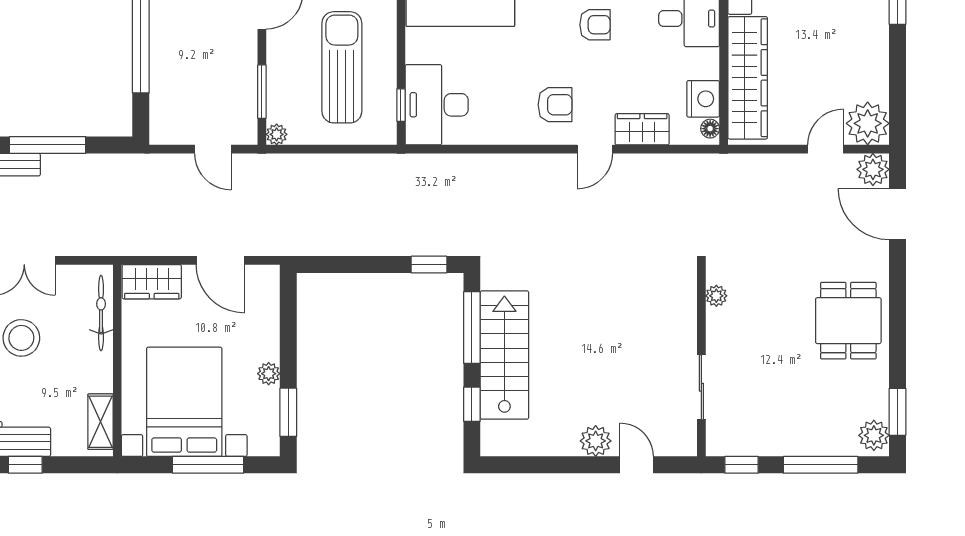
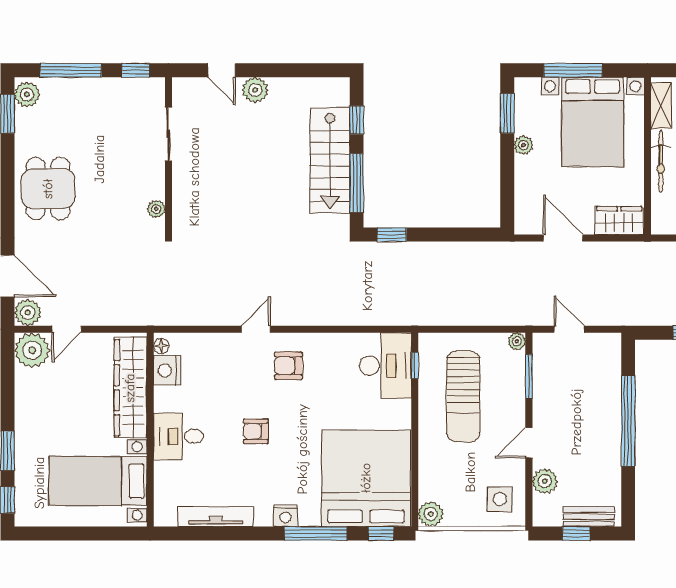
wardrobe: (642, 129) -> (217, 345), removed
bicycle: (101, 313) -> (661, 161), moved

